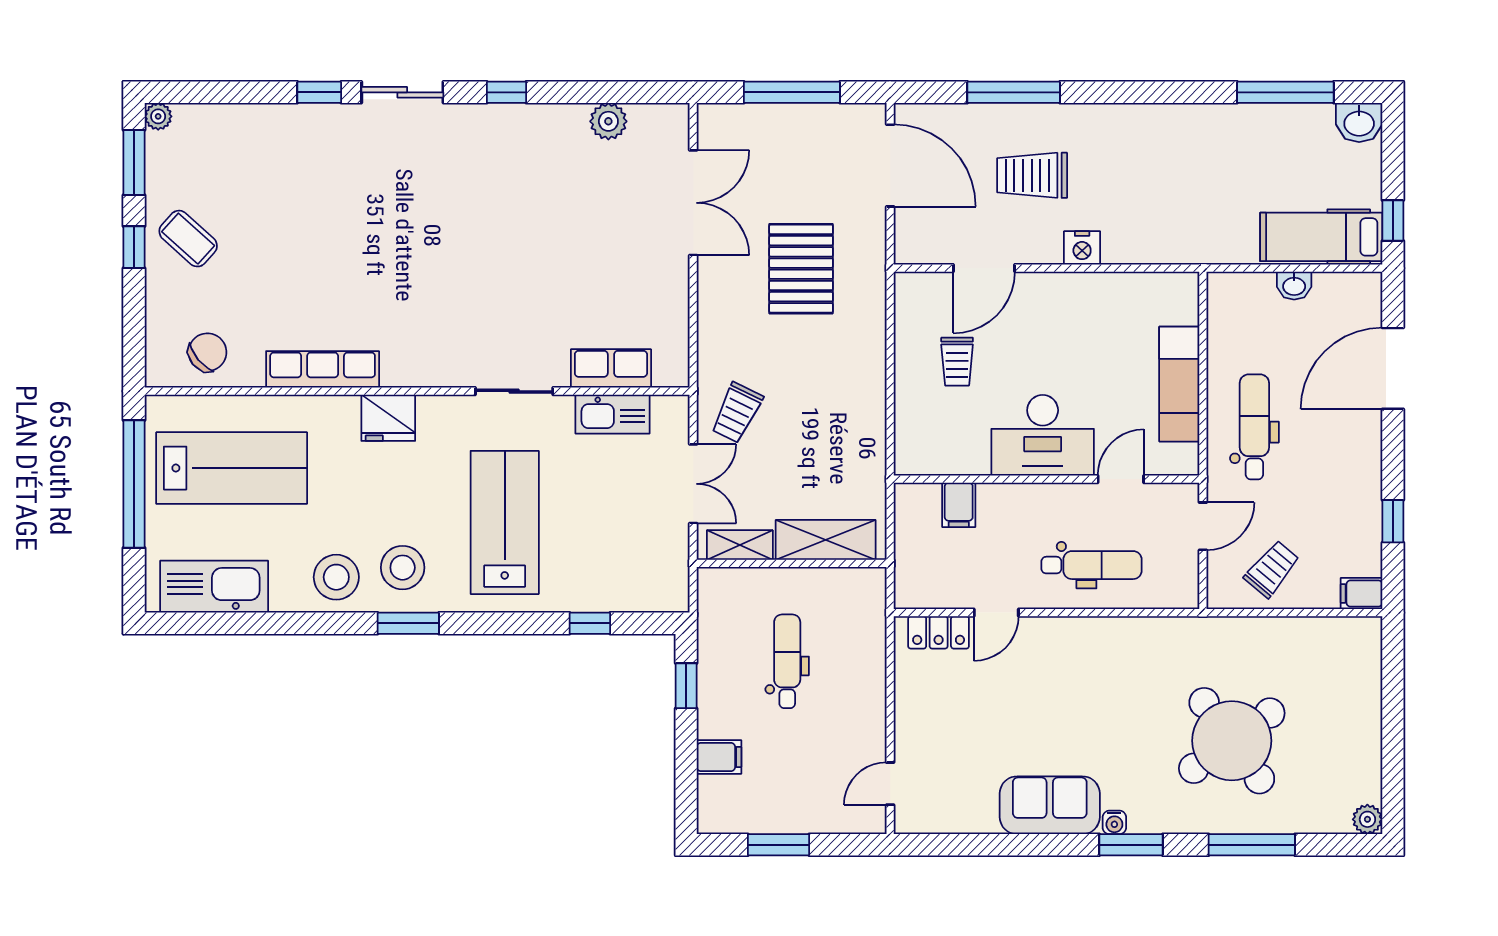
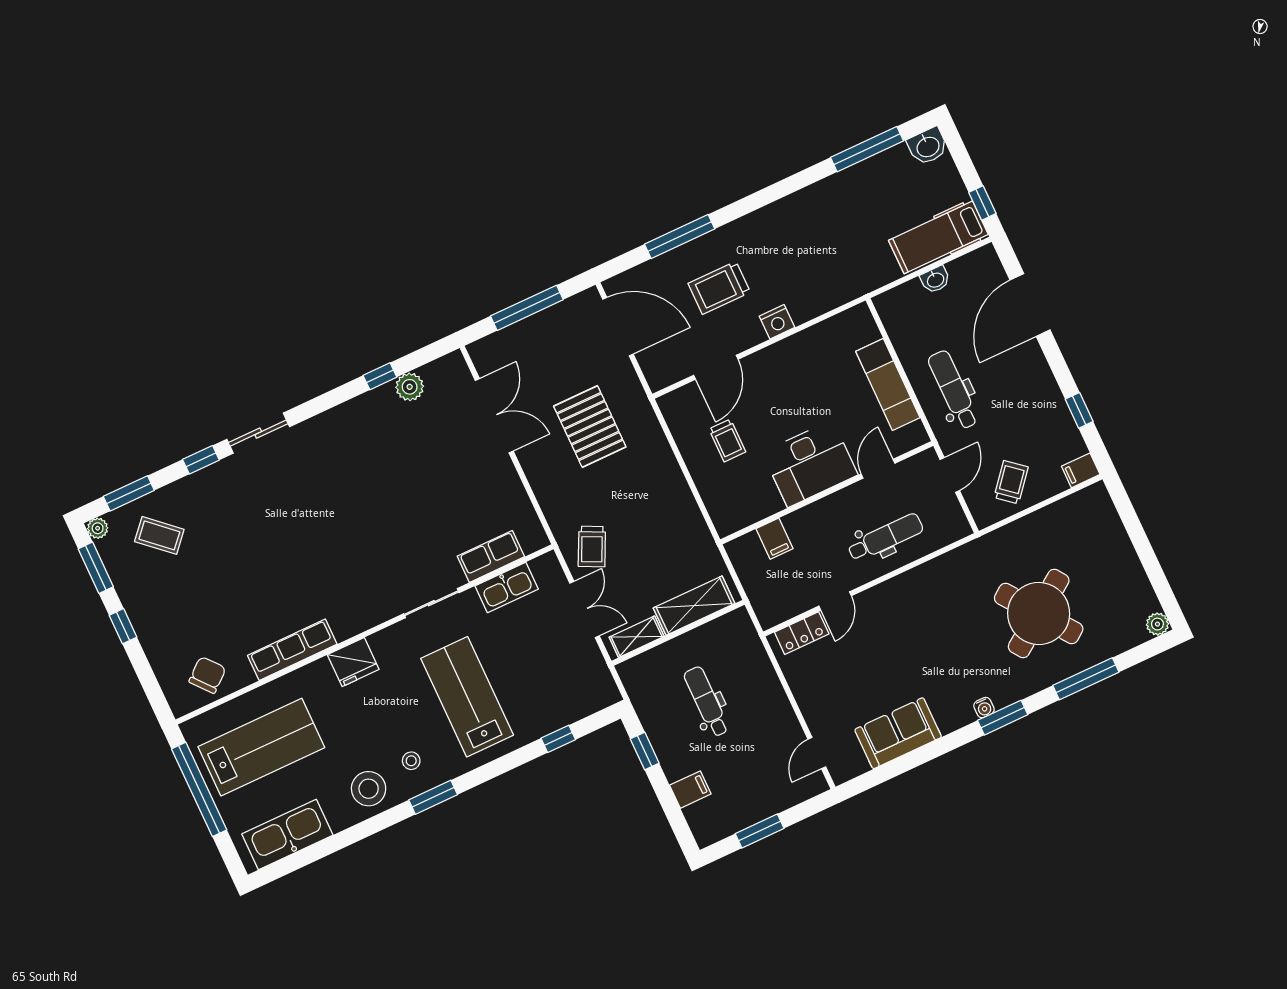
window: (215, 92) -> (129, 493), added
window: (507, 92) -> (380, 376), moved
coffee table: (188, 239) -> (159, 535), moved
stool: (403, 568) -> (411, 761), width x0.53, depth x0.53
sofa: (1050, 805) -> (898, 733), moved

